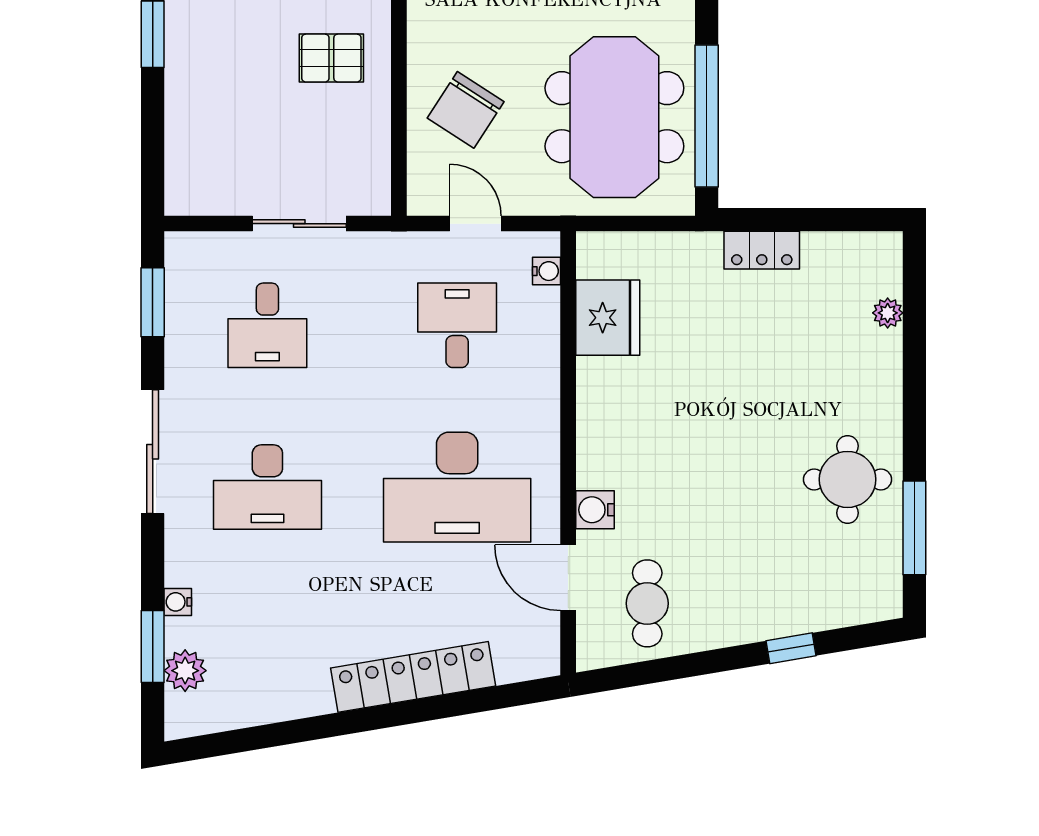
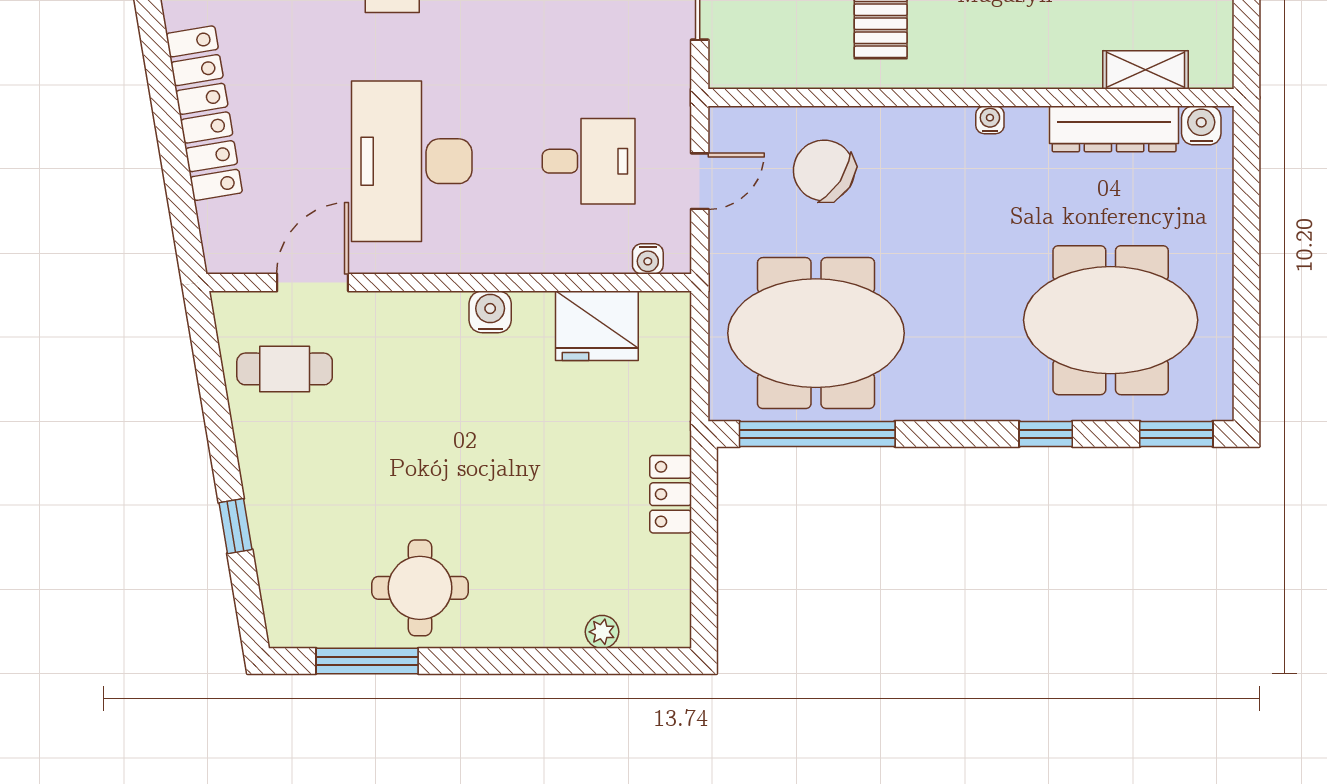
water cooler: (595, 510) -> (490, 312), moved

